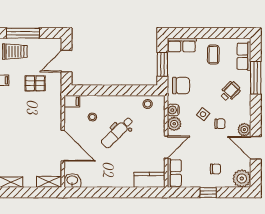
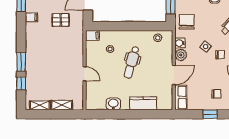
chair: (181, 85) -> (187, 22), turned -90
dental chair: (117, 132) -> (132, 62), turned -30
door: (63, 146) -> (85, 74), width x0.53
kitchen counter: (149, 180) -> (143, 103), moved
washbasin: (72, 181) -> (113, 104), moved
shelving: (49, 182) -> (62, 105), moved

